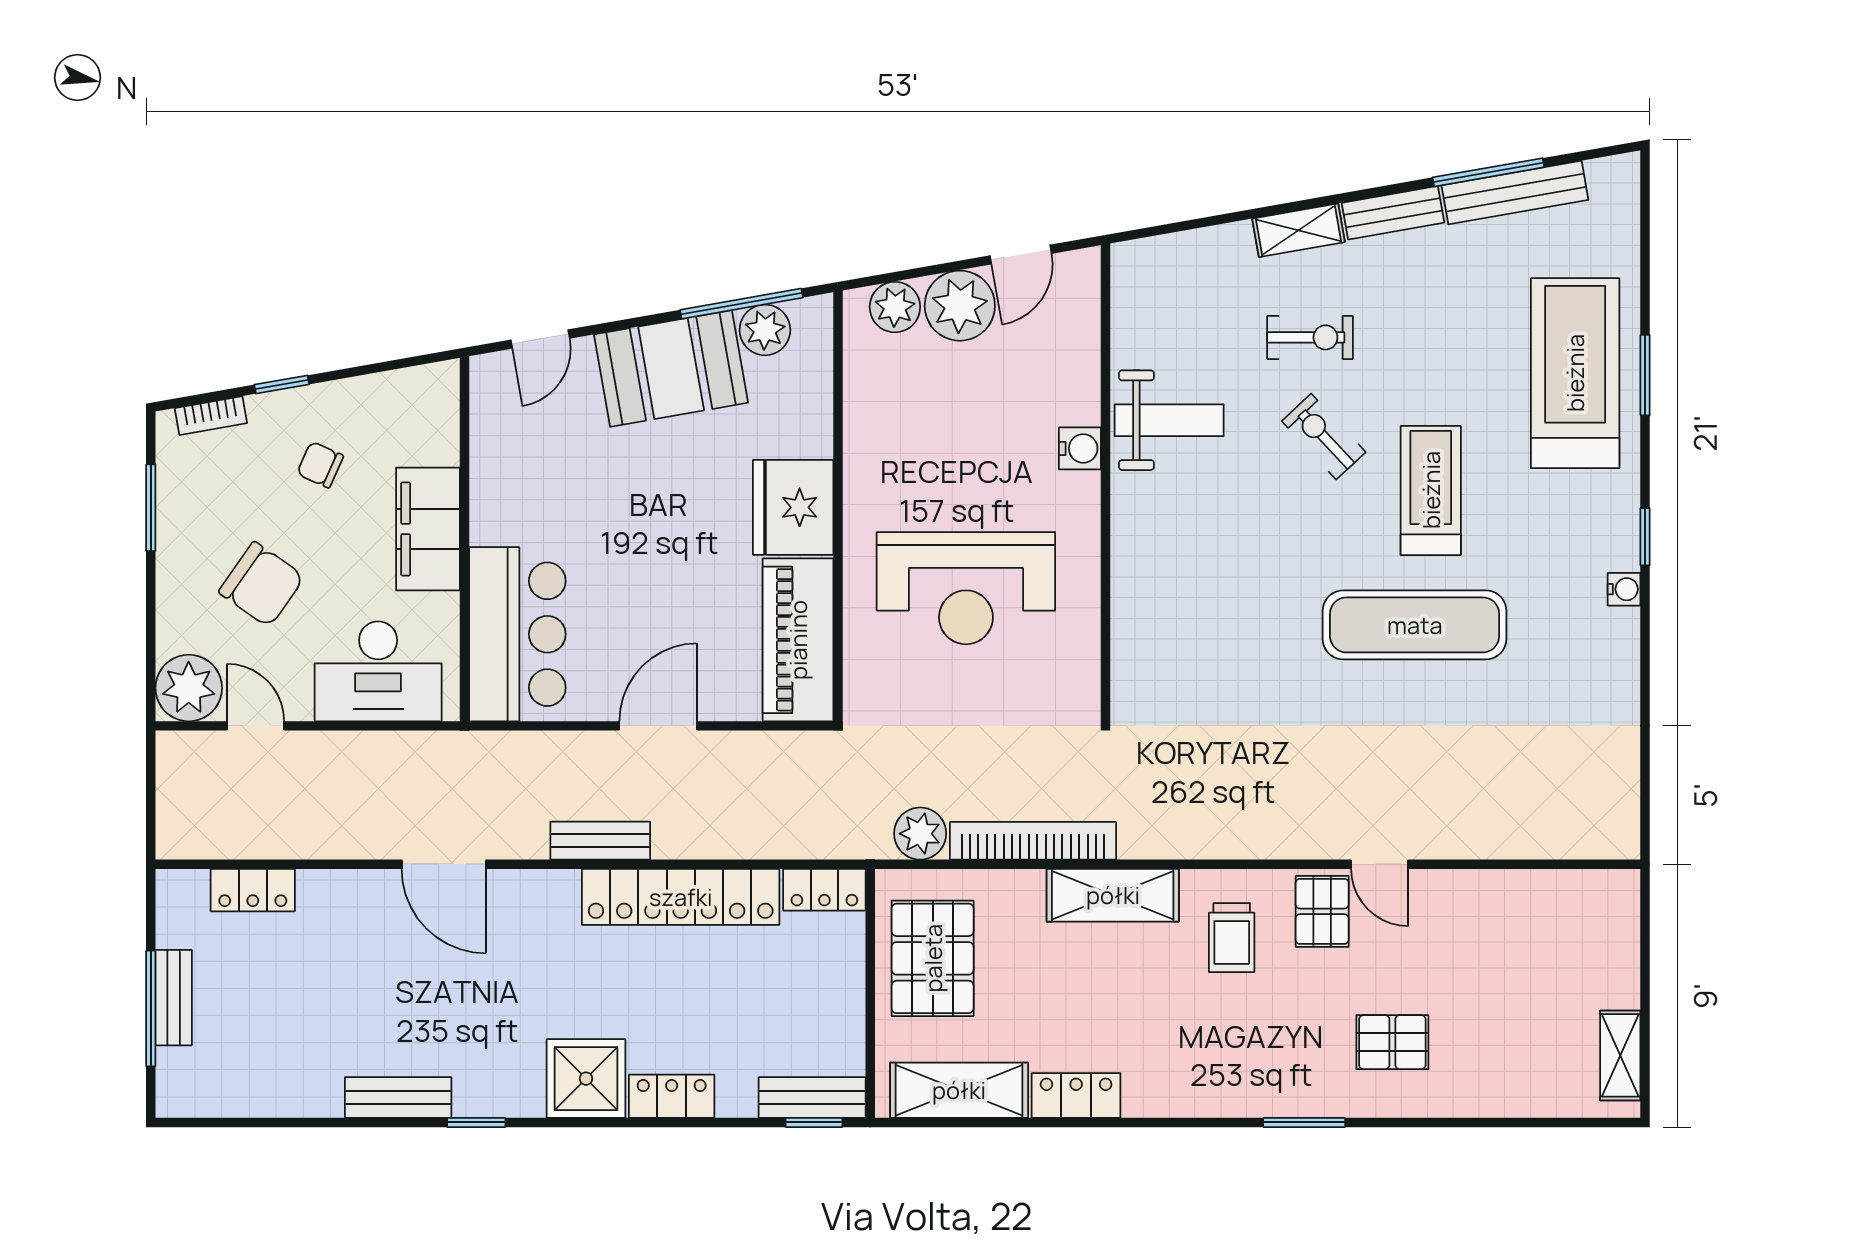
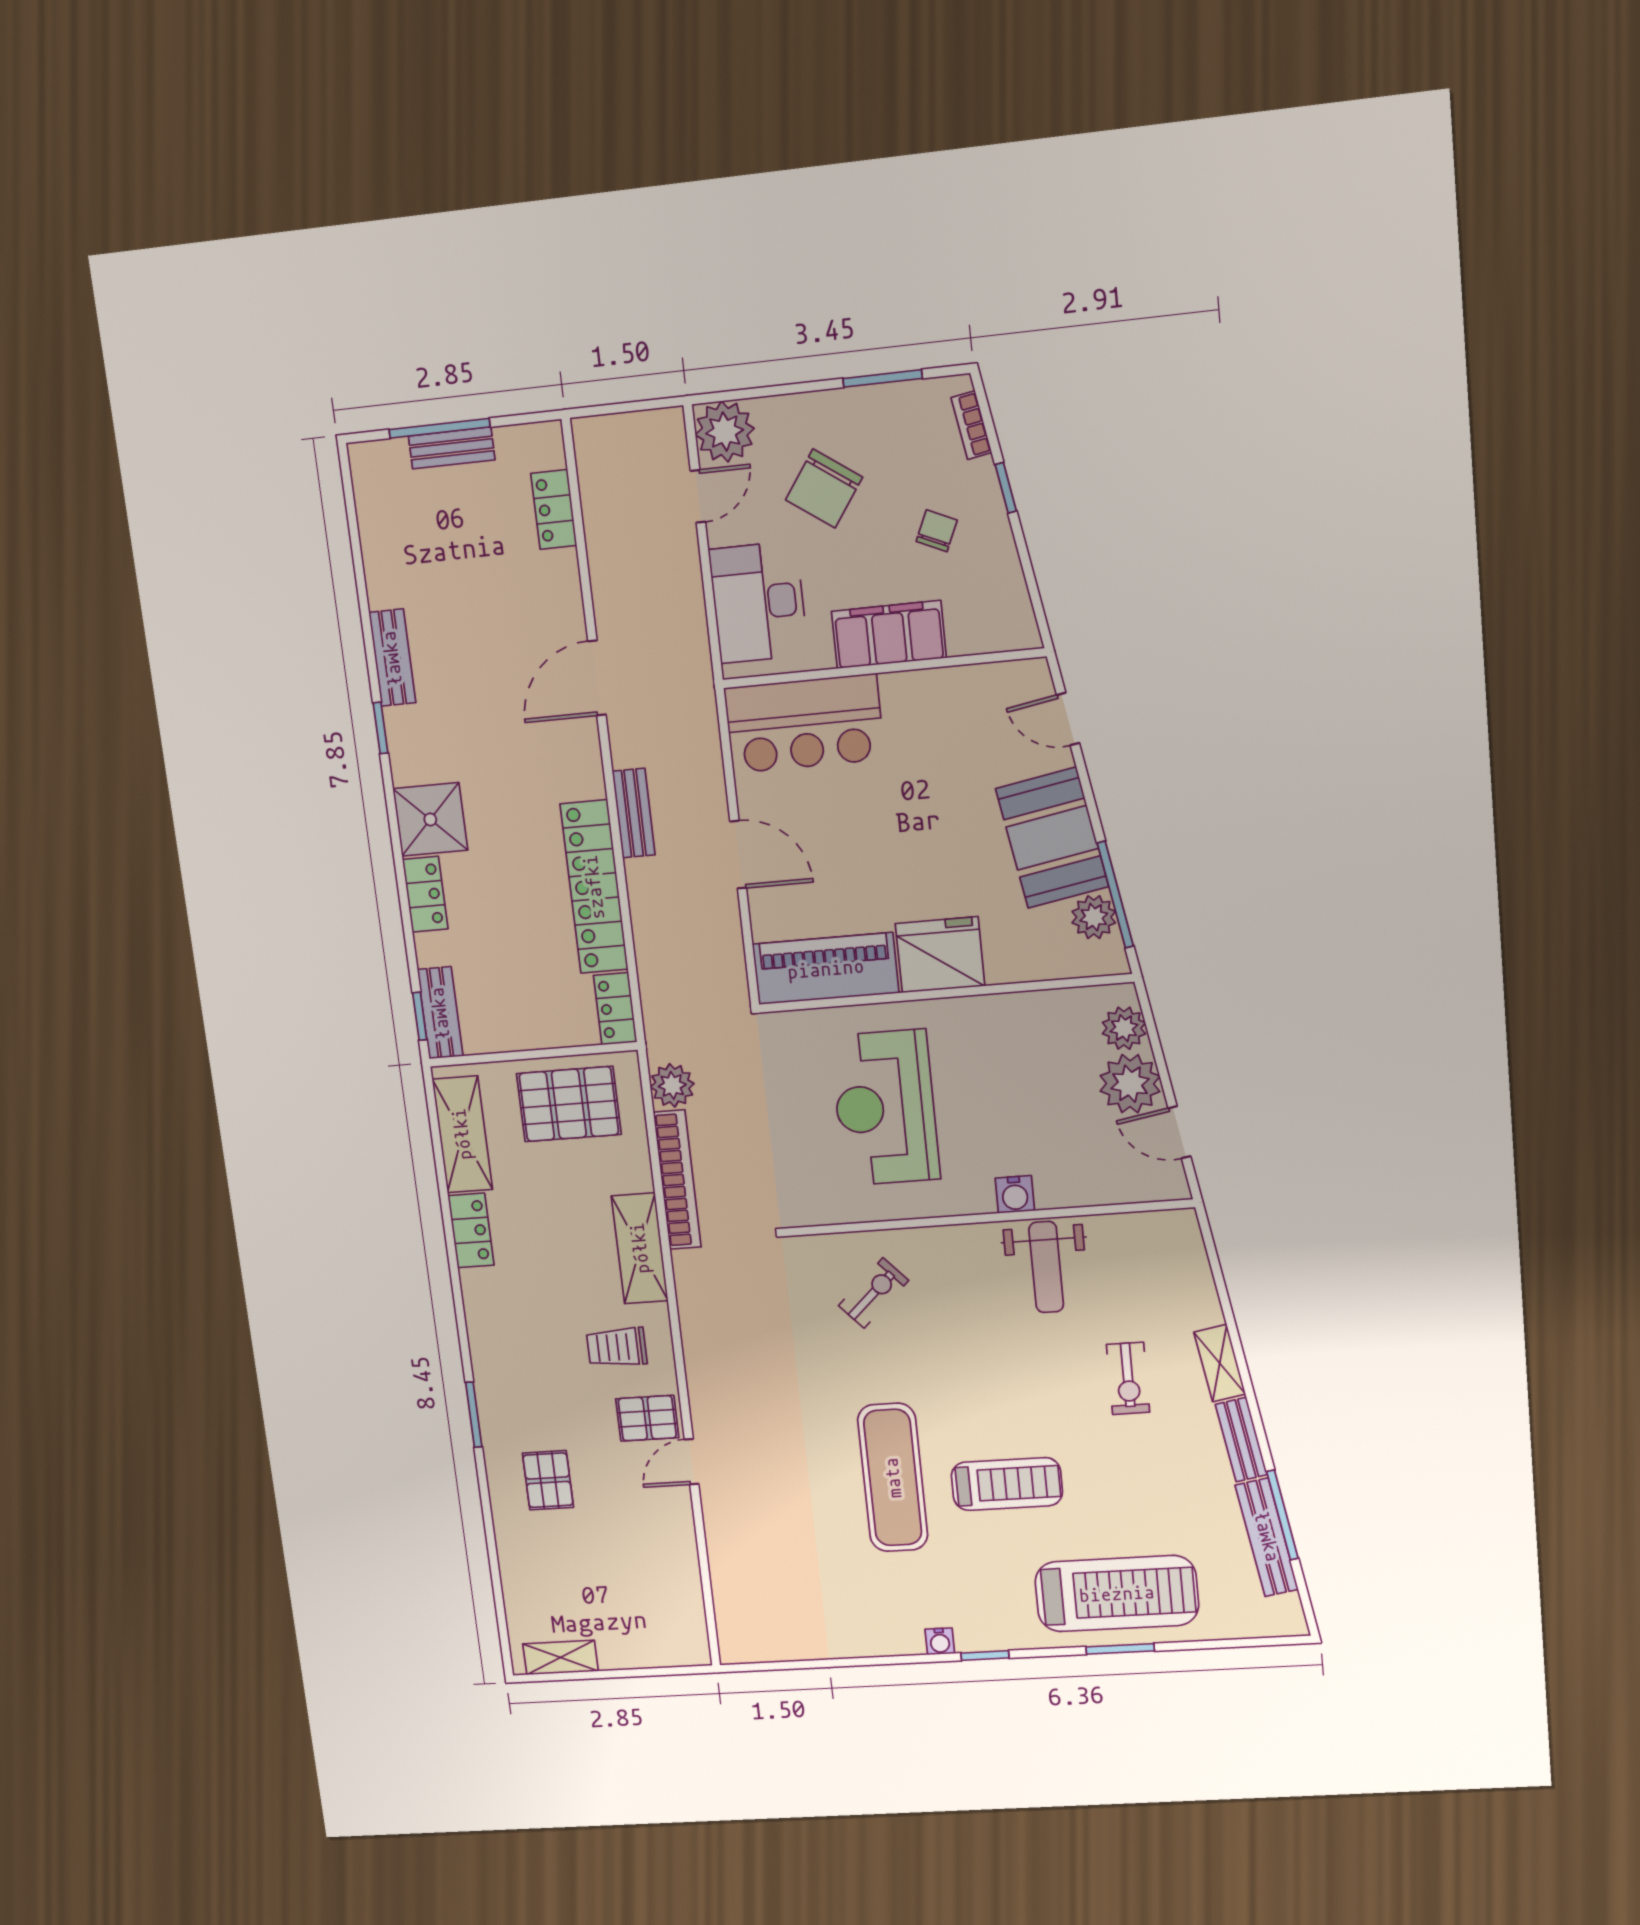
exercise bike: (1324, 437) -> (874, 1293), moved

